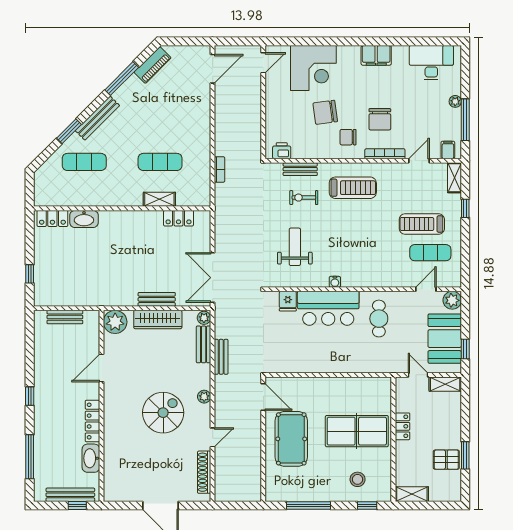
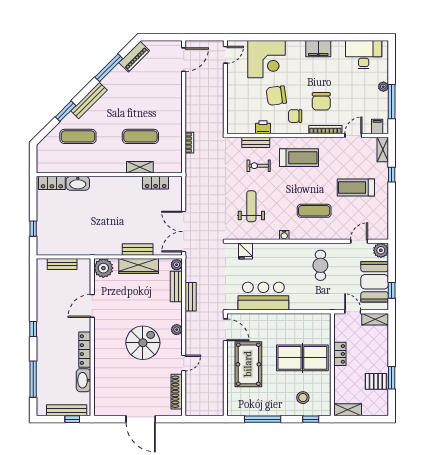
printer: (282, 151) -> (263, 127), moved
exercise mat: (430, 253) -> (314, 211), moved
bar counter: (328, 308) -> (263, 296), moved, turned 180

